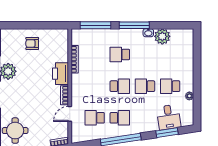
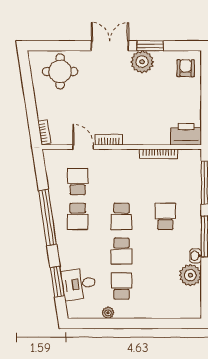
armchair: (32, 43) -> (186, 68), moved
printer: (60, 74) -> (186, 134), moved
school desk: (145, 86) -> (122, 251), turned 180

